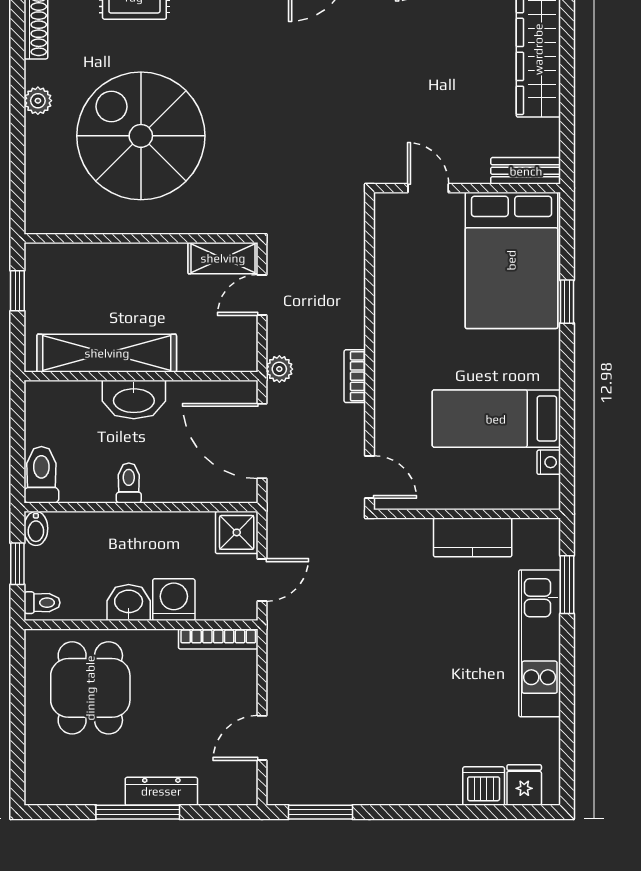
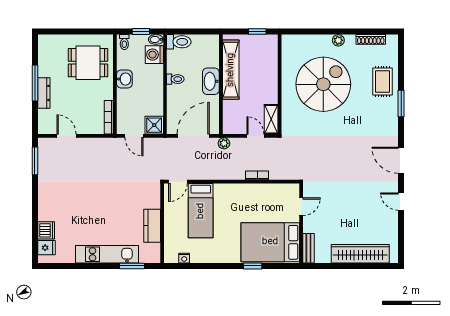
bookcase: (355, 376) -> (257, 175), moved
bed: (496, 419) -> (201, 211), moved, turned 180
washing machine: (174, 600) -> (154, 55), moved, turned 180

